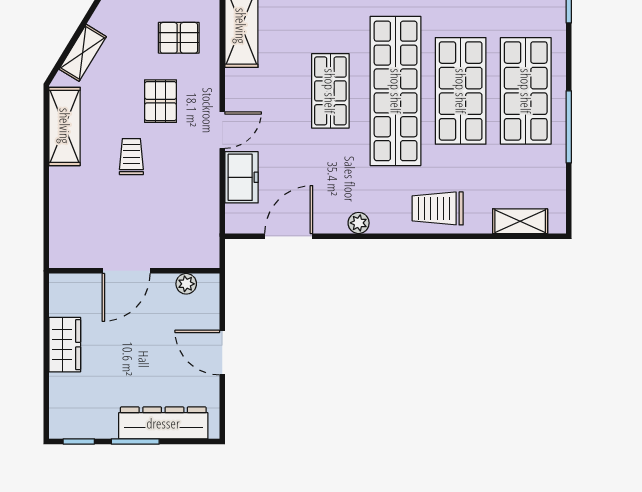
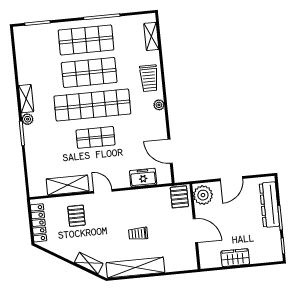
pallet: (161, 101) -> (179, 197), moved, turned 90
shelving: (65, 126) -> (135, 268), width x1.47
door: (222, 130) -> (103, 191), moved
plant: (359, 223) -> (159, 105), moved
plant: (186, 284) -> (203, 195), width x1.88, depth x1.88

